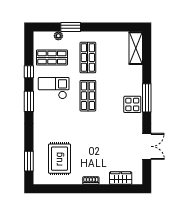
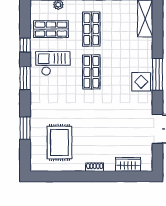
window: (29, 161) -> (25, 128), moved

